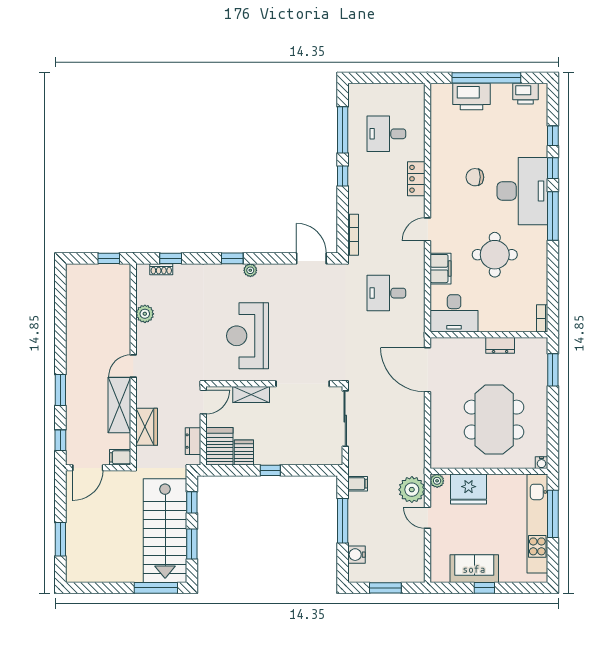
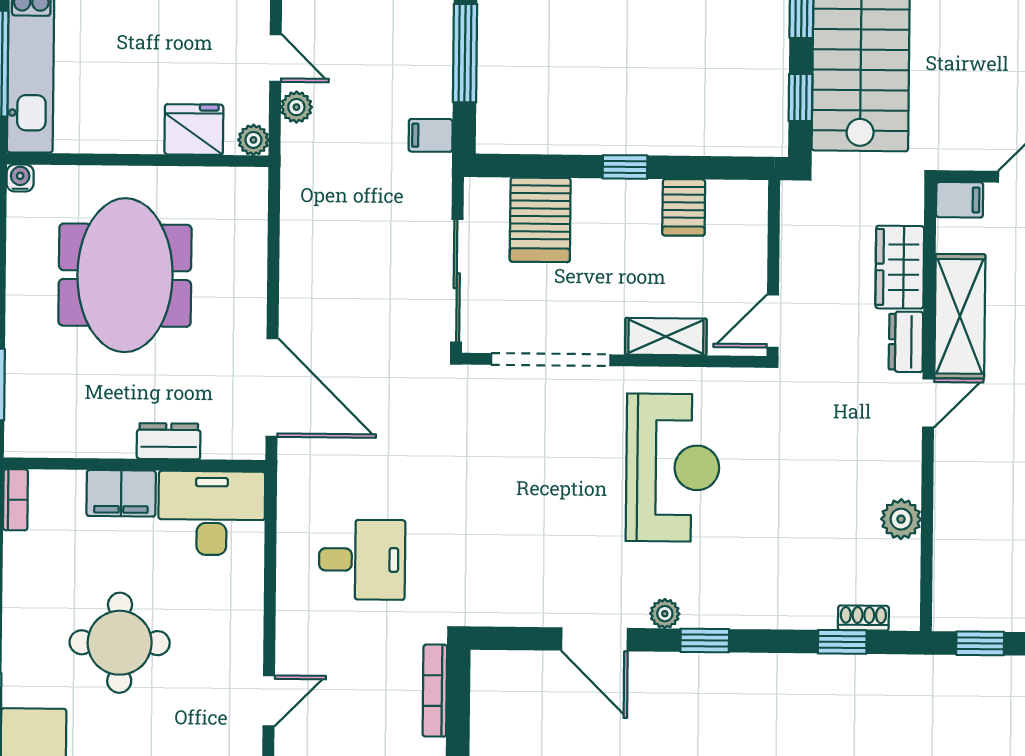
door: (311, 258) -> (595, 639), moved
filing cabinet: (440, 269) -> (121, 493), moved, turned -90
dresser: (500, 345) -> (169, 441), moved
dresser: (193, 441) -> (906, 342), moved, turned 180
server rack: (219, 446) -> (540, 220), moved
fridge: (469, 489) -> (194, 130), width x0.73, depth x0.75
plant: (412, 490) -> (296, 107), width x0.53, depth x0.53

